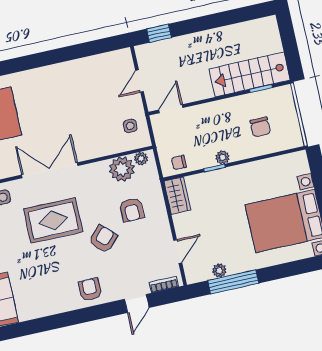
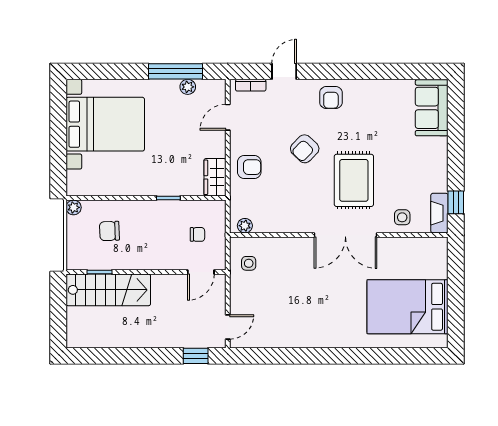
door: (140, 81) -> (228, 327), moved
chair: (260, 127) -> (109, 231), turned -92
plant: (223, 157) -> (74, 207), moved
chair: (179, 162) -> (197, 234), moved
plant: (122, 169) -> (268, 219), removed
armchair: (132, 210) -> (249, 167), moved, turned 90
rug: (53, 220) -> (354, 180), turned 90

